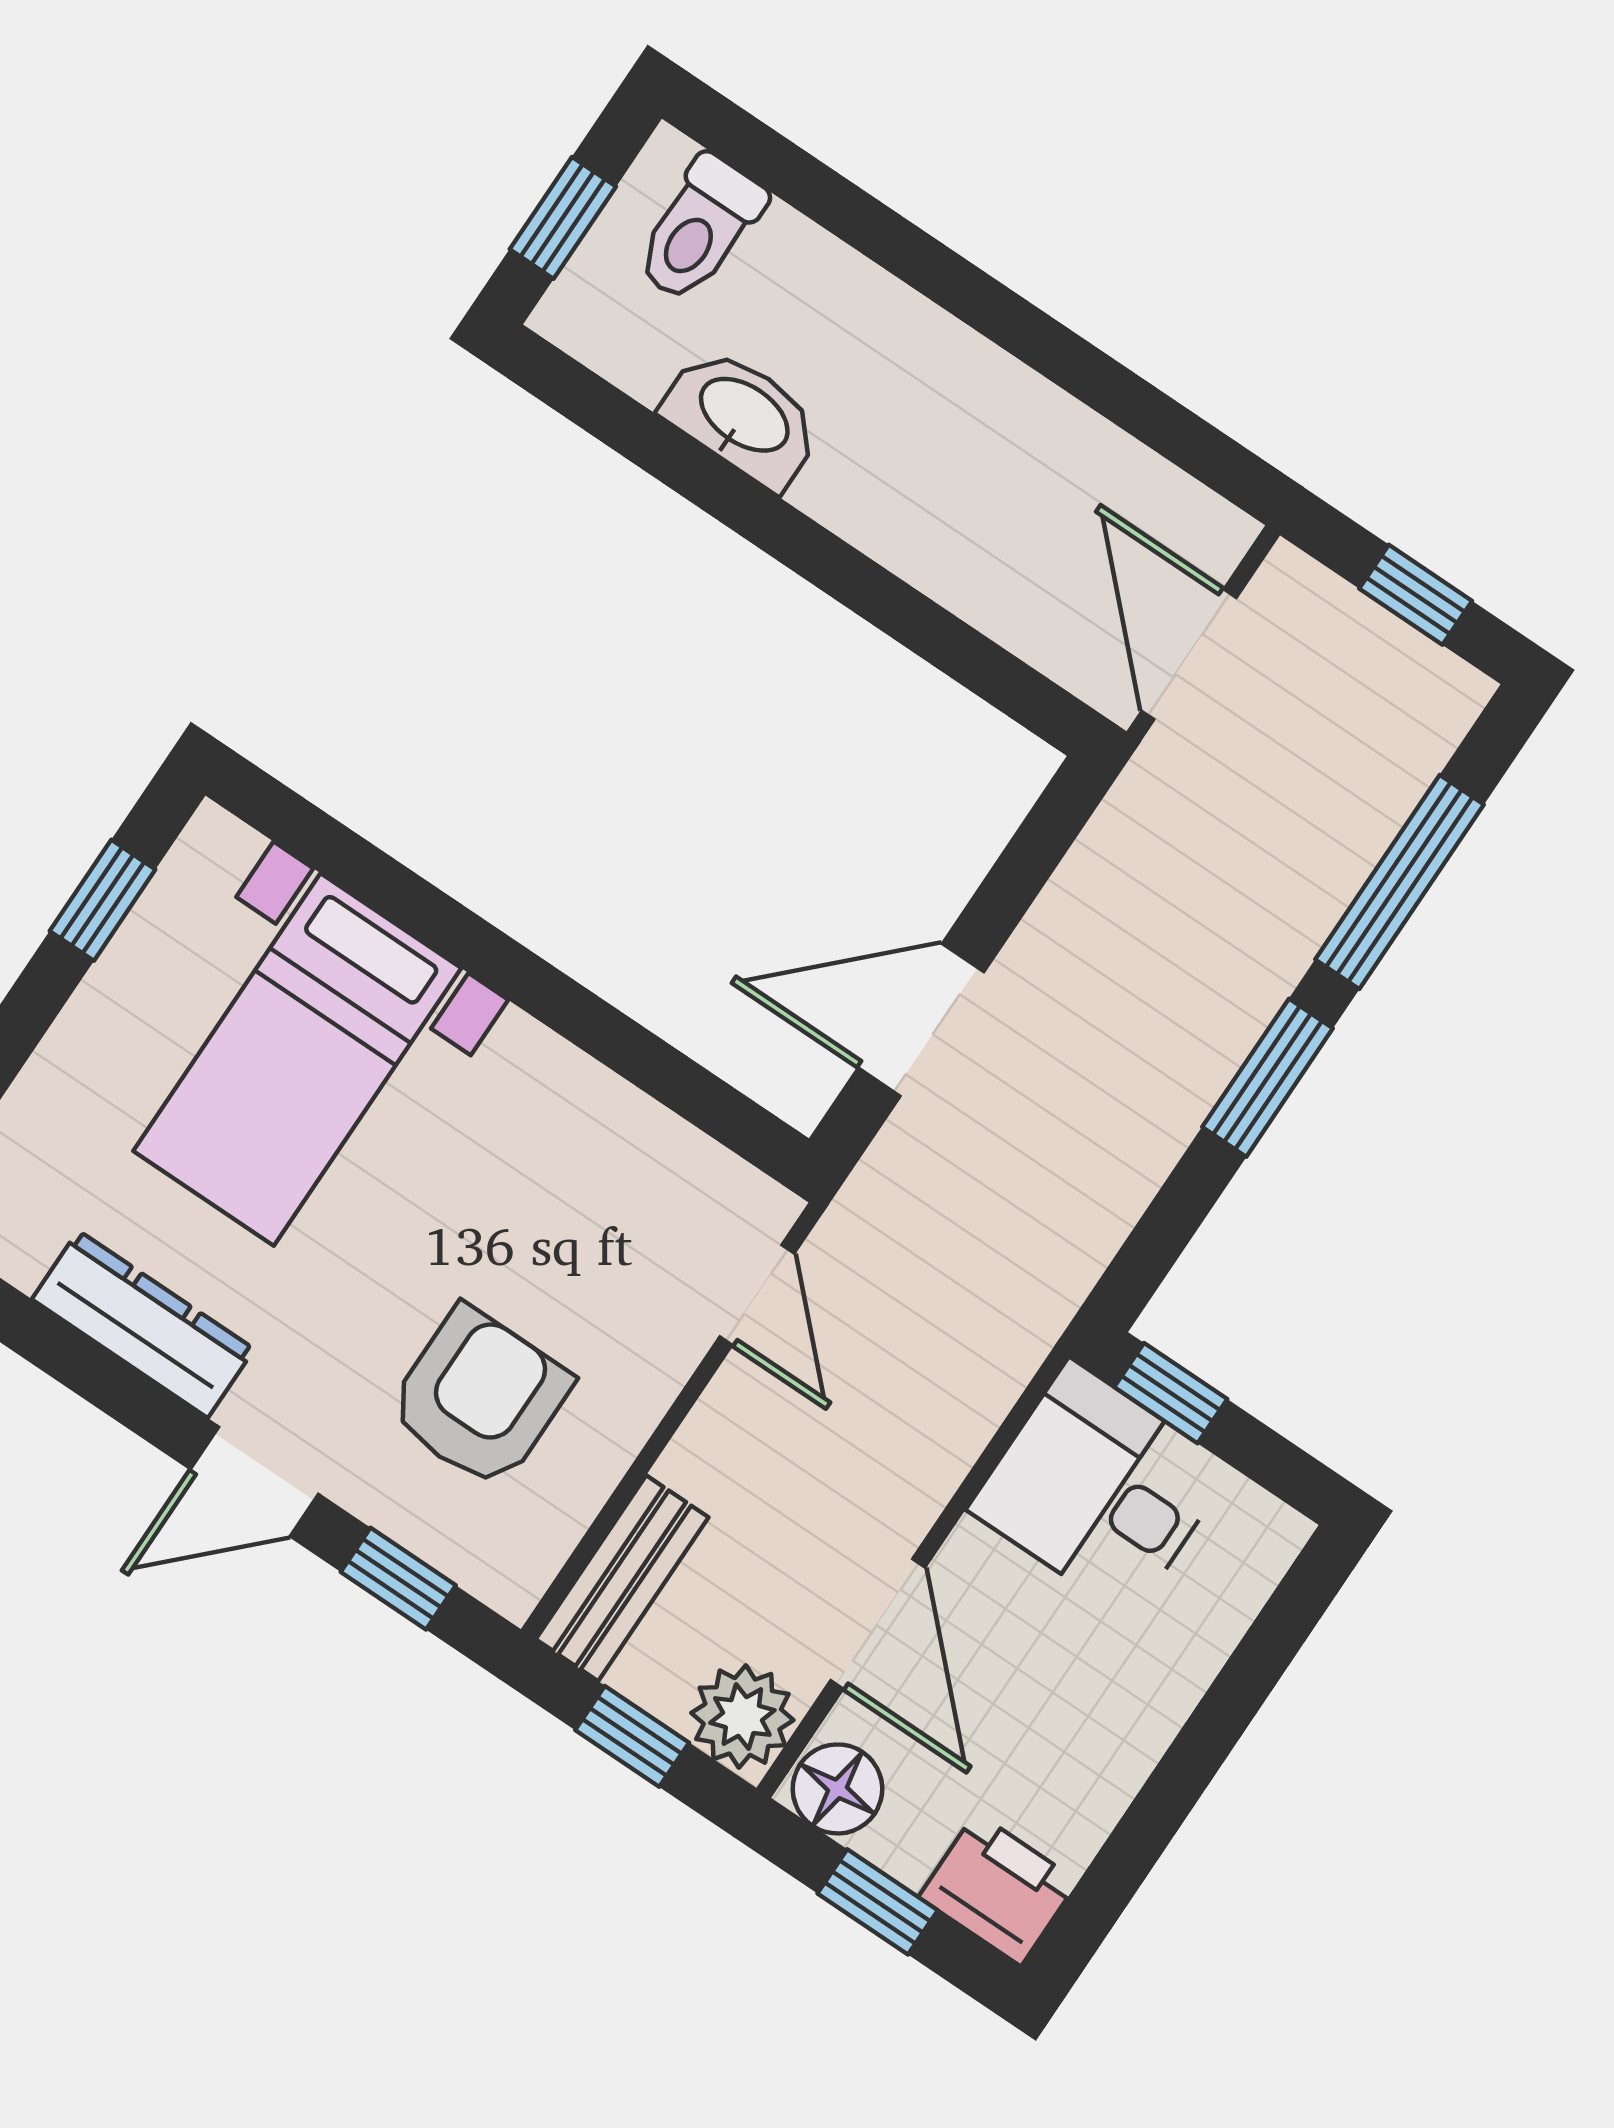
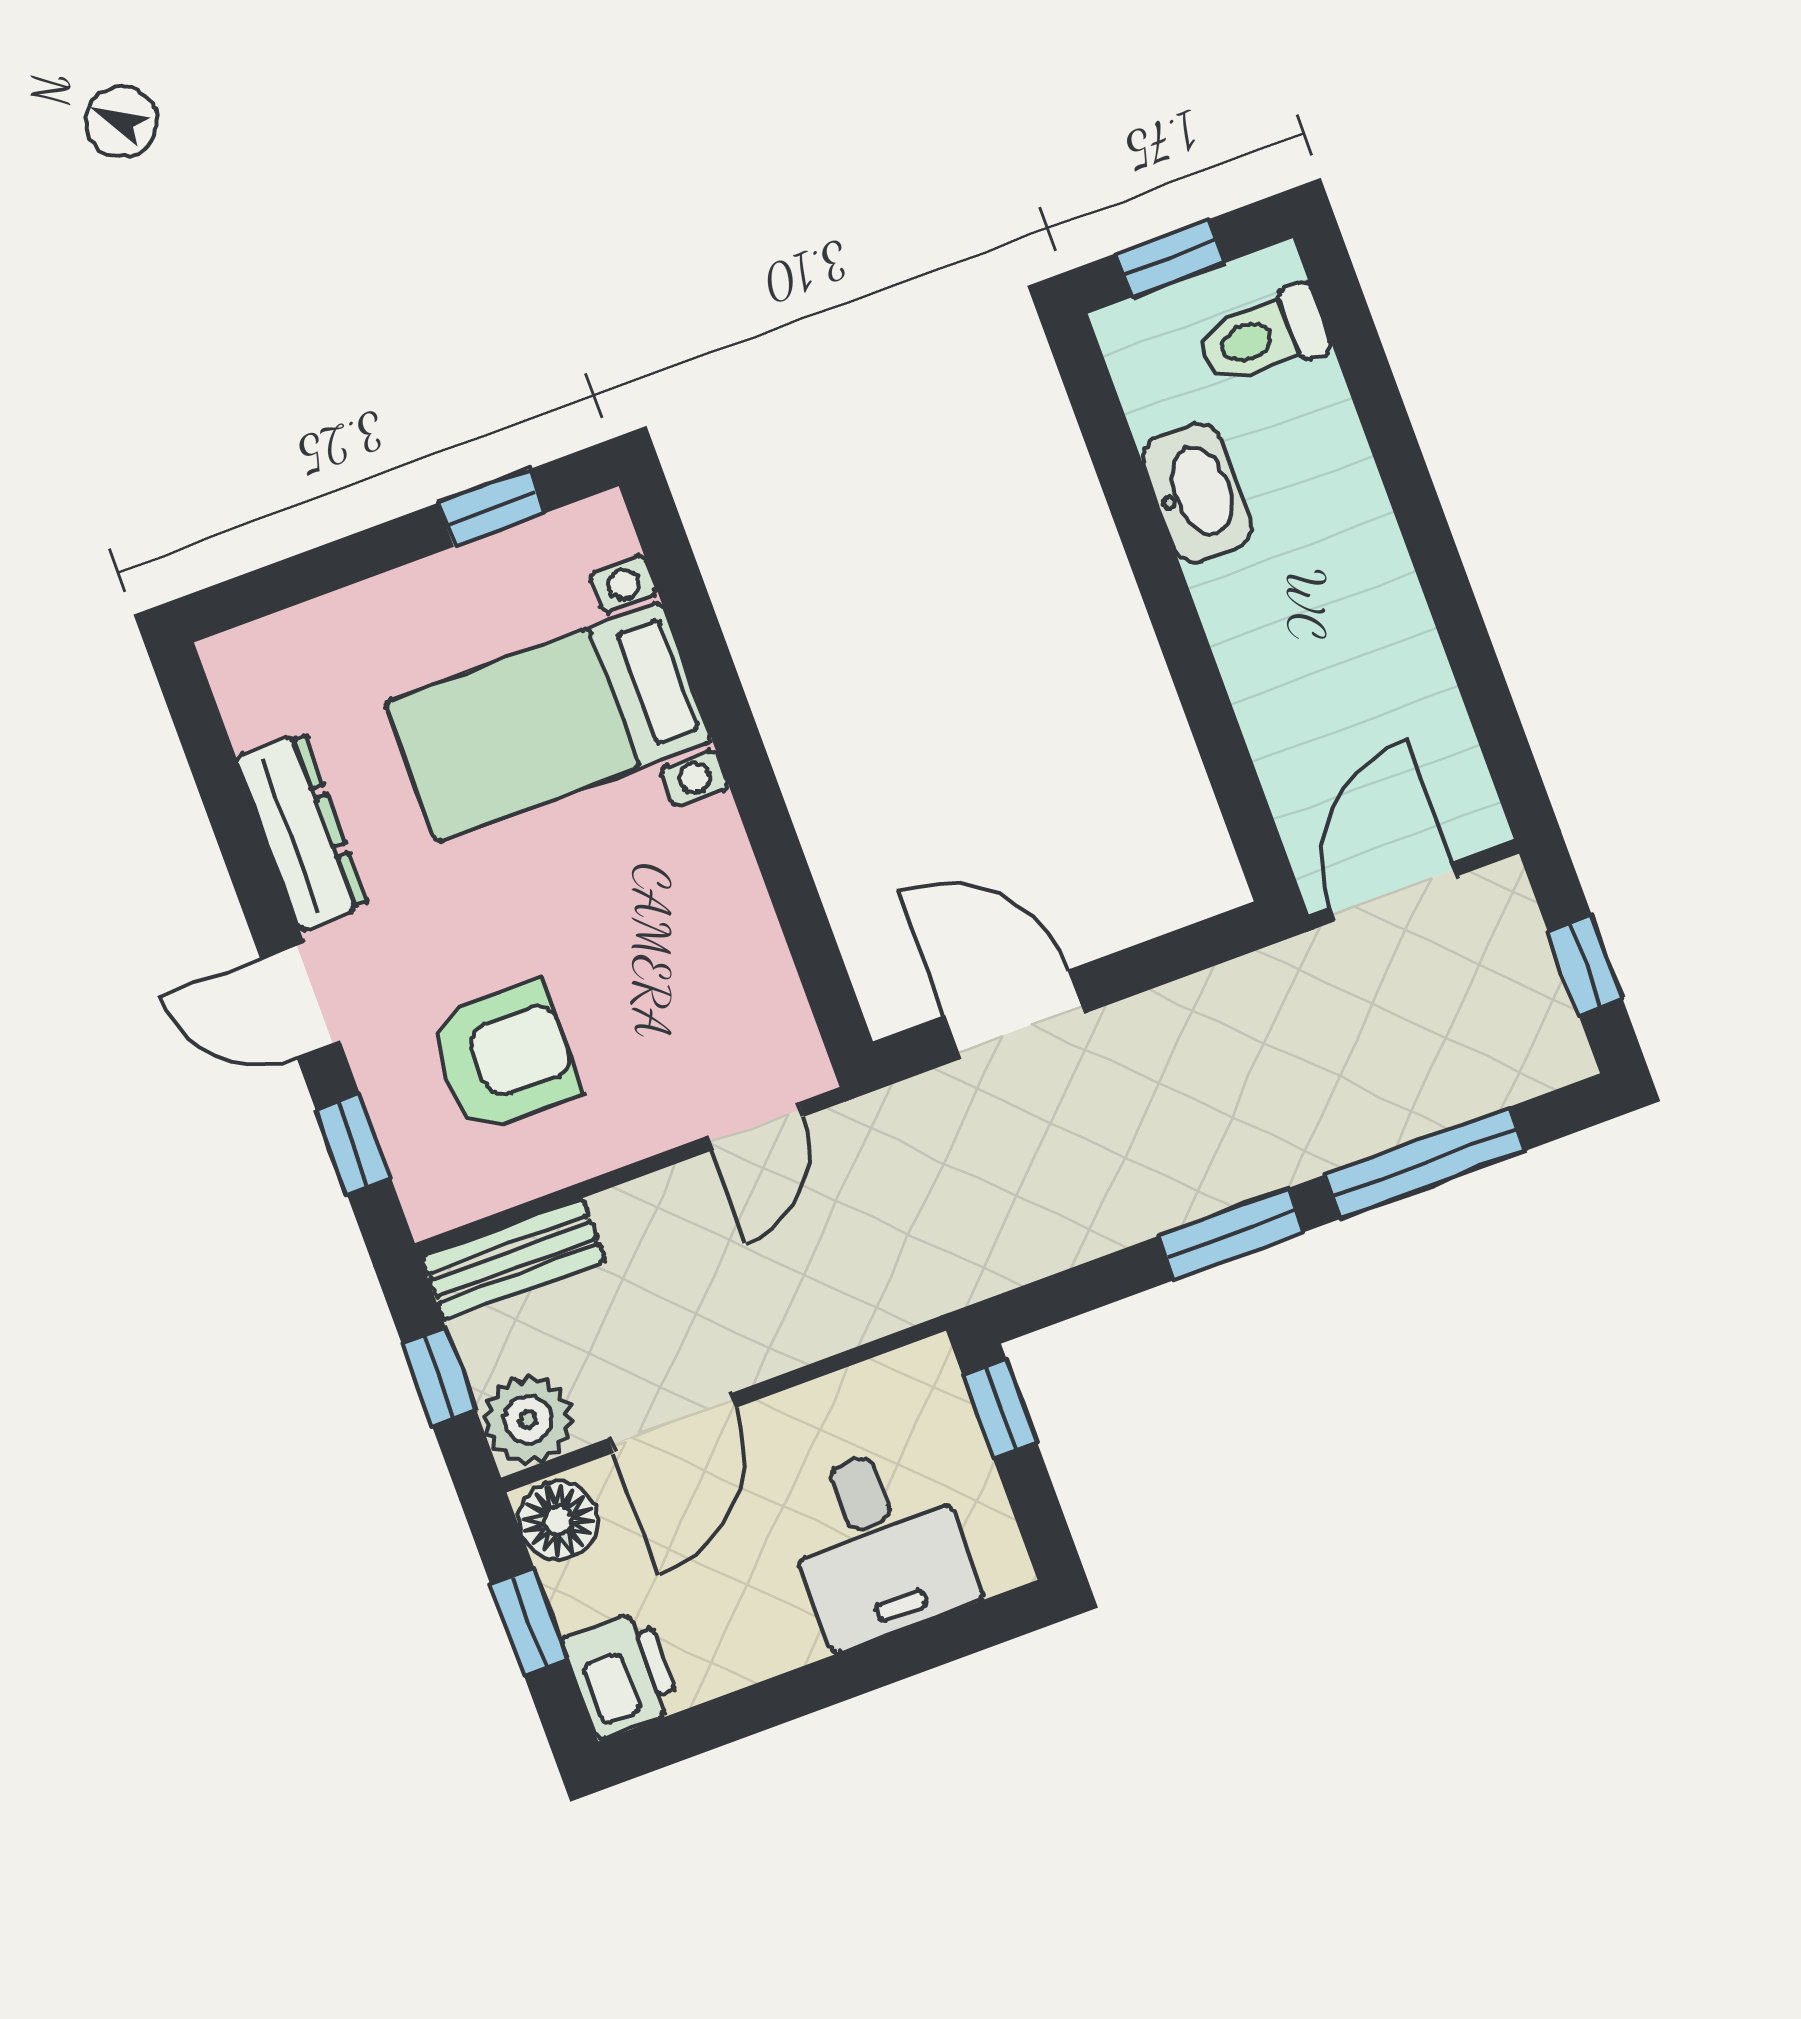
desk: (1100, 1489) -> (879, 1545), moved, turned 180

